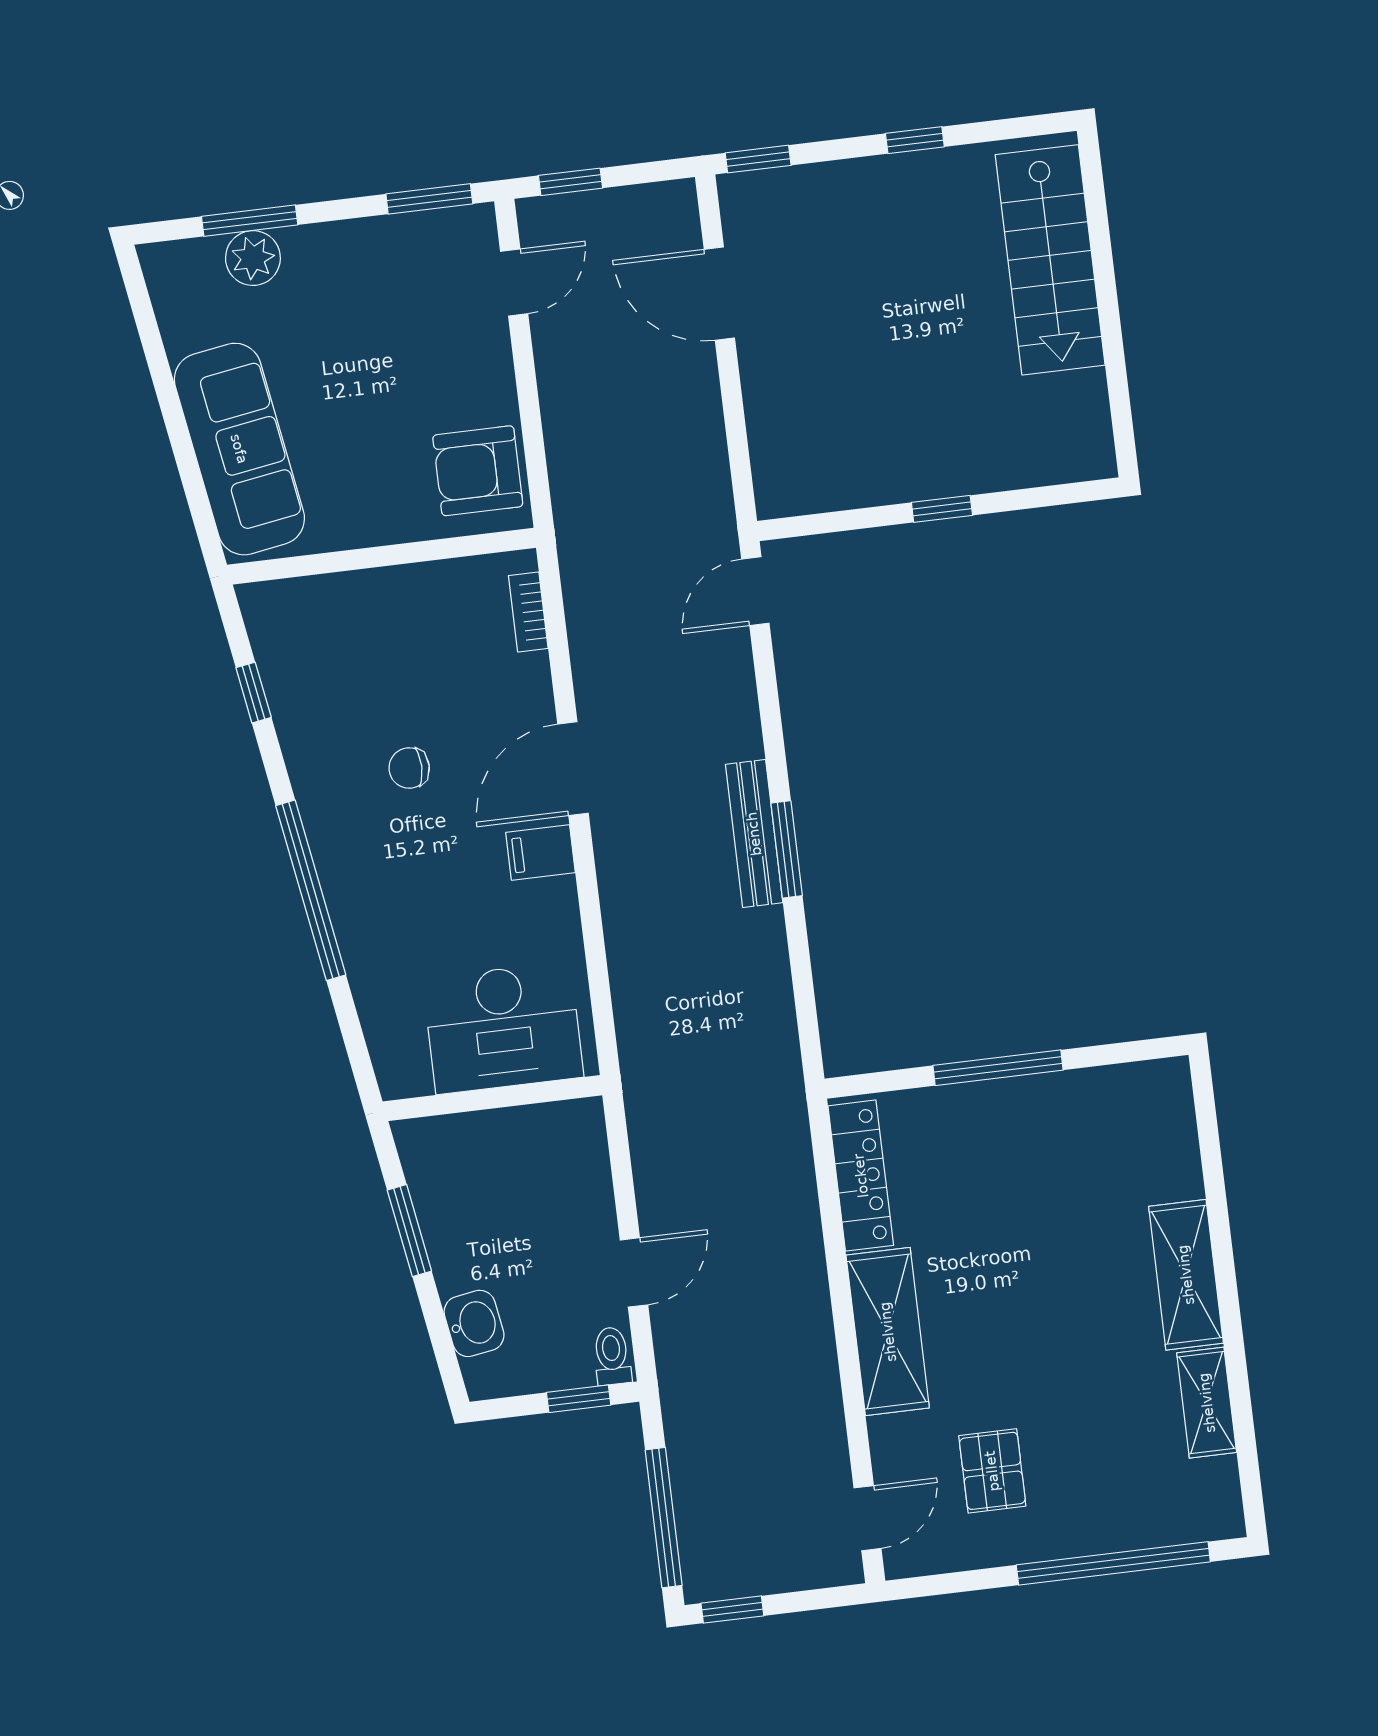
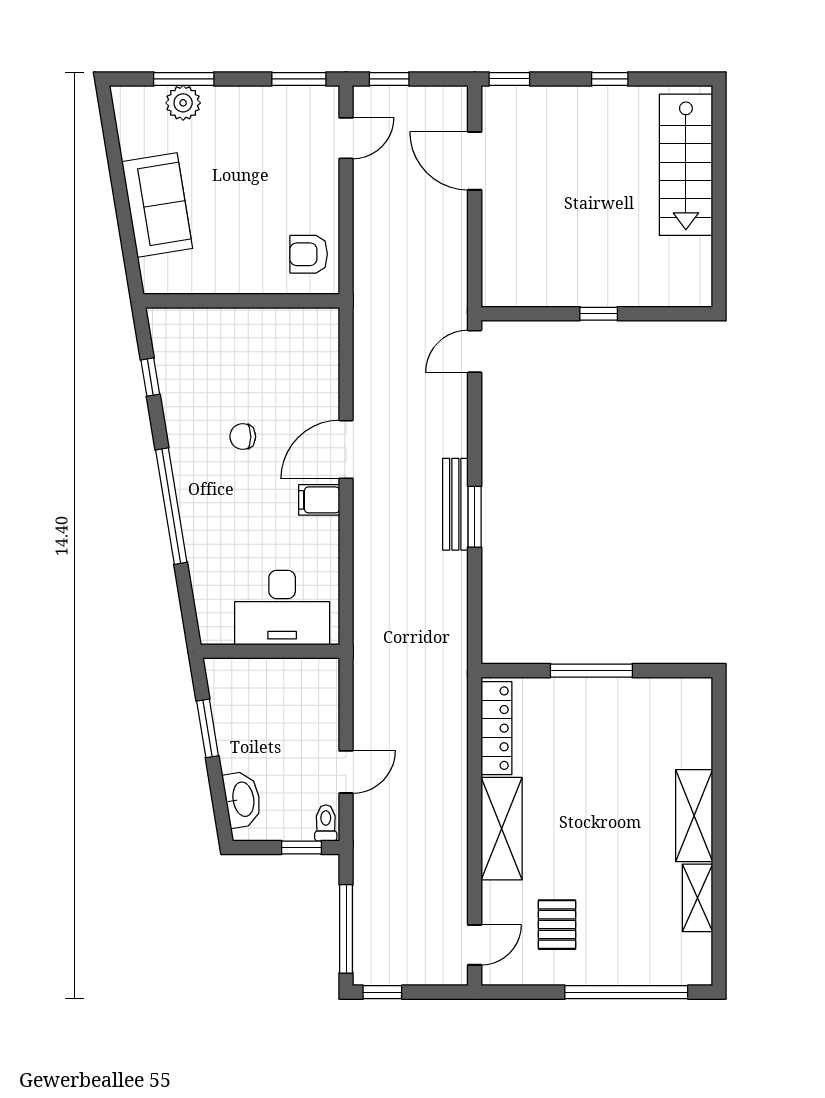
sofa: (239, 449) -> (157, 205), width x0.73
armchair: (478, 471) -> (309, 254), width x0.72, depth x0.72
bookcase: (528, 612) -> (330, 347), removed
washbasin: (474, 1323) -> (242, 799), width x1.38

